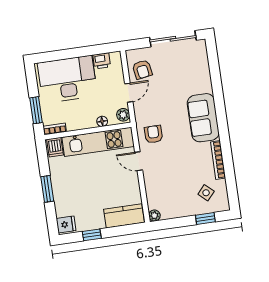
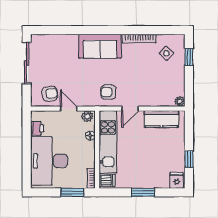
kitchen counter: (124, 216) -> (161, 119), moved, turned -90

